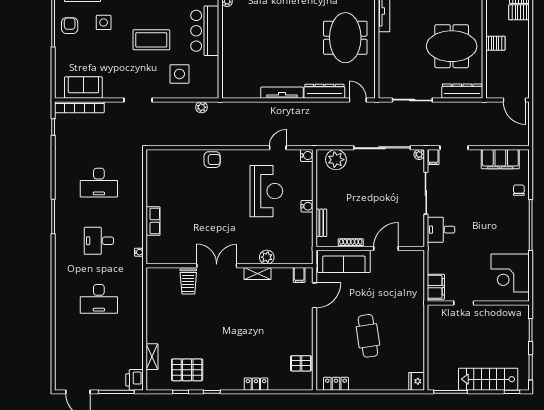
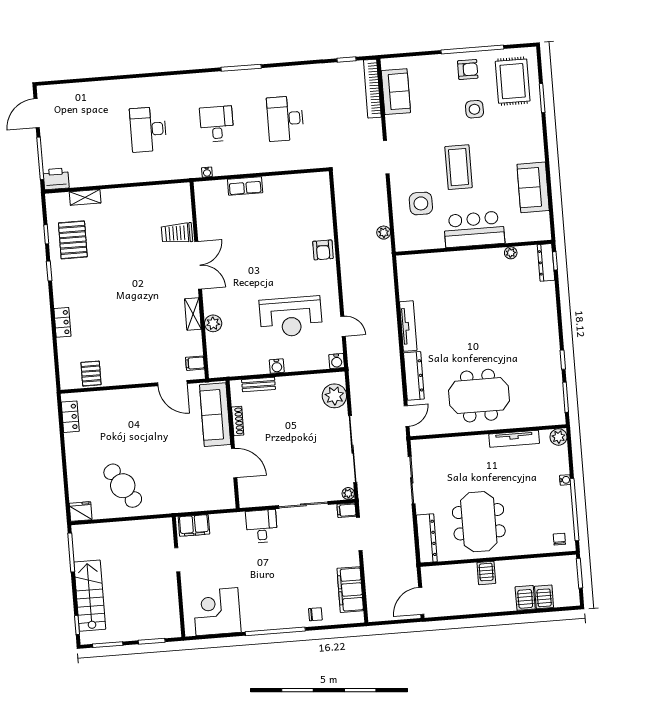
cafe table: (368, 336) -> (123, 486), moved, turned 65

